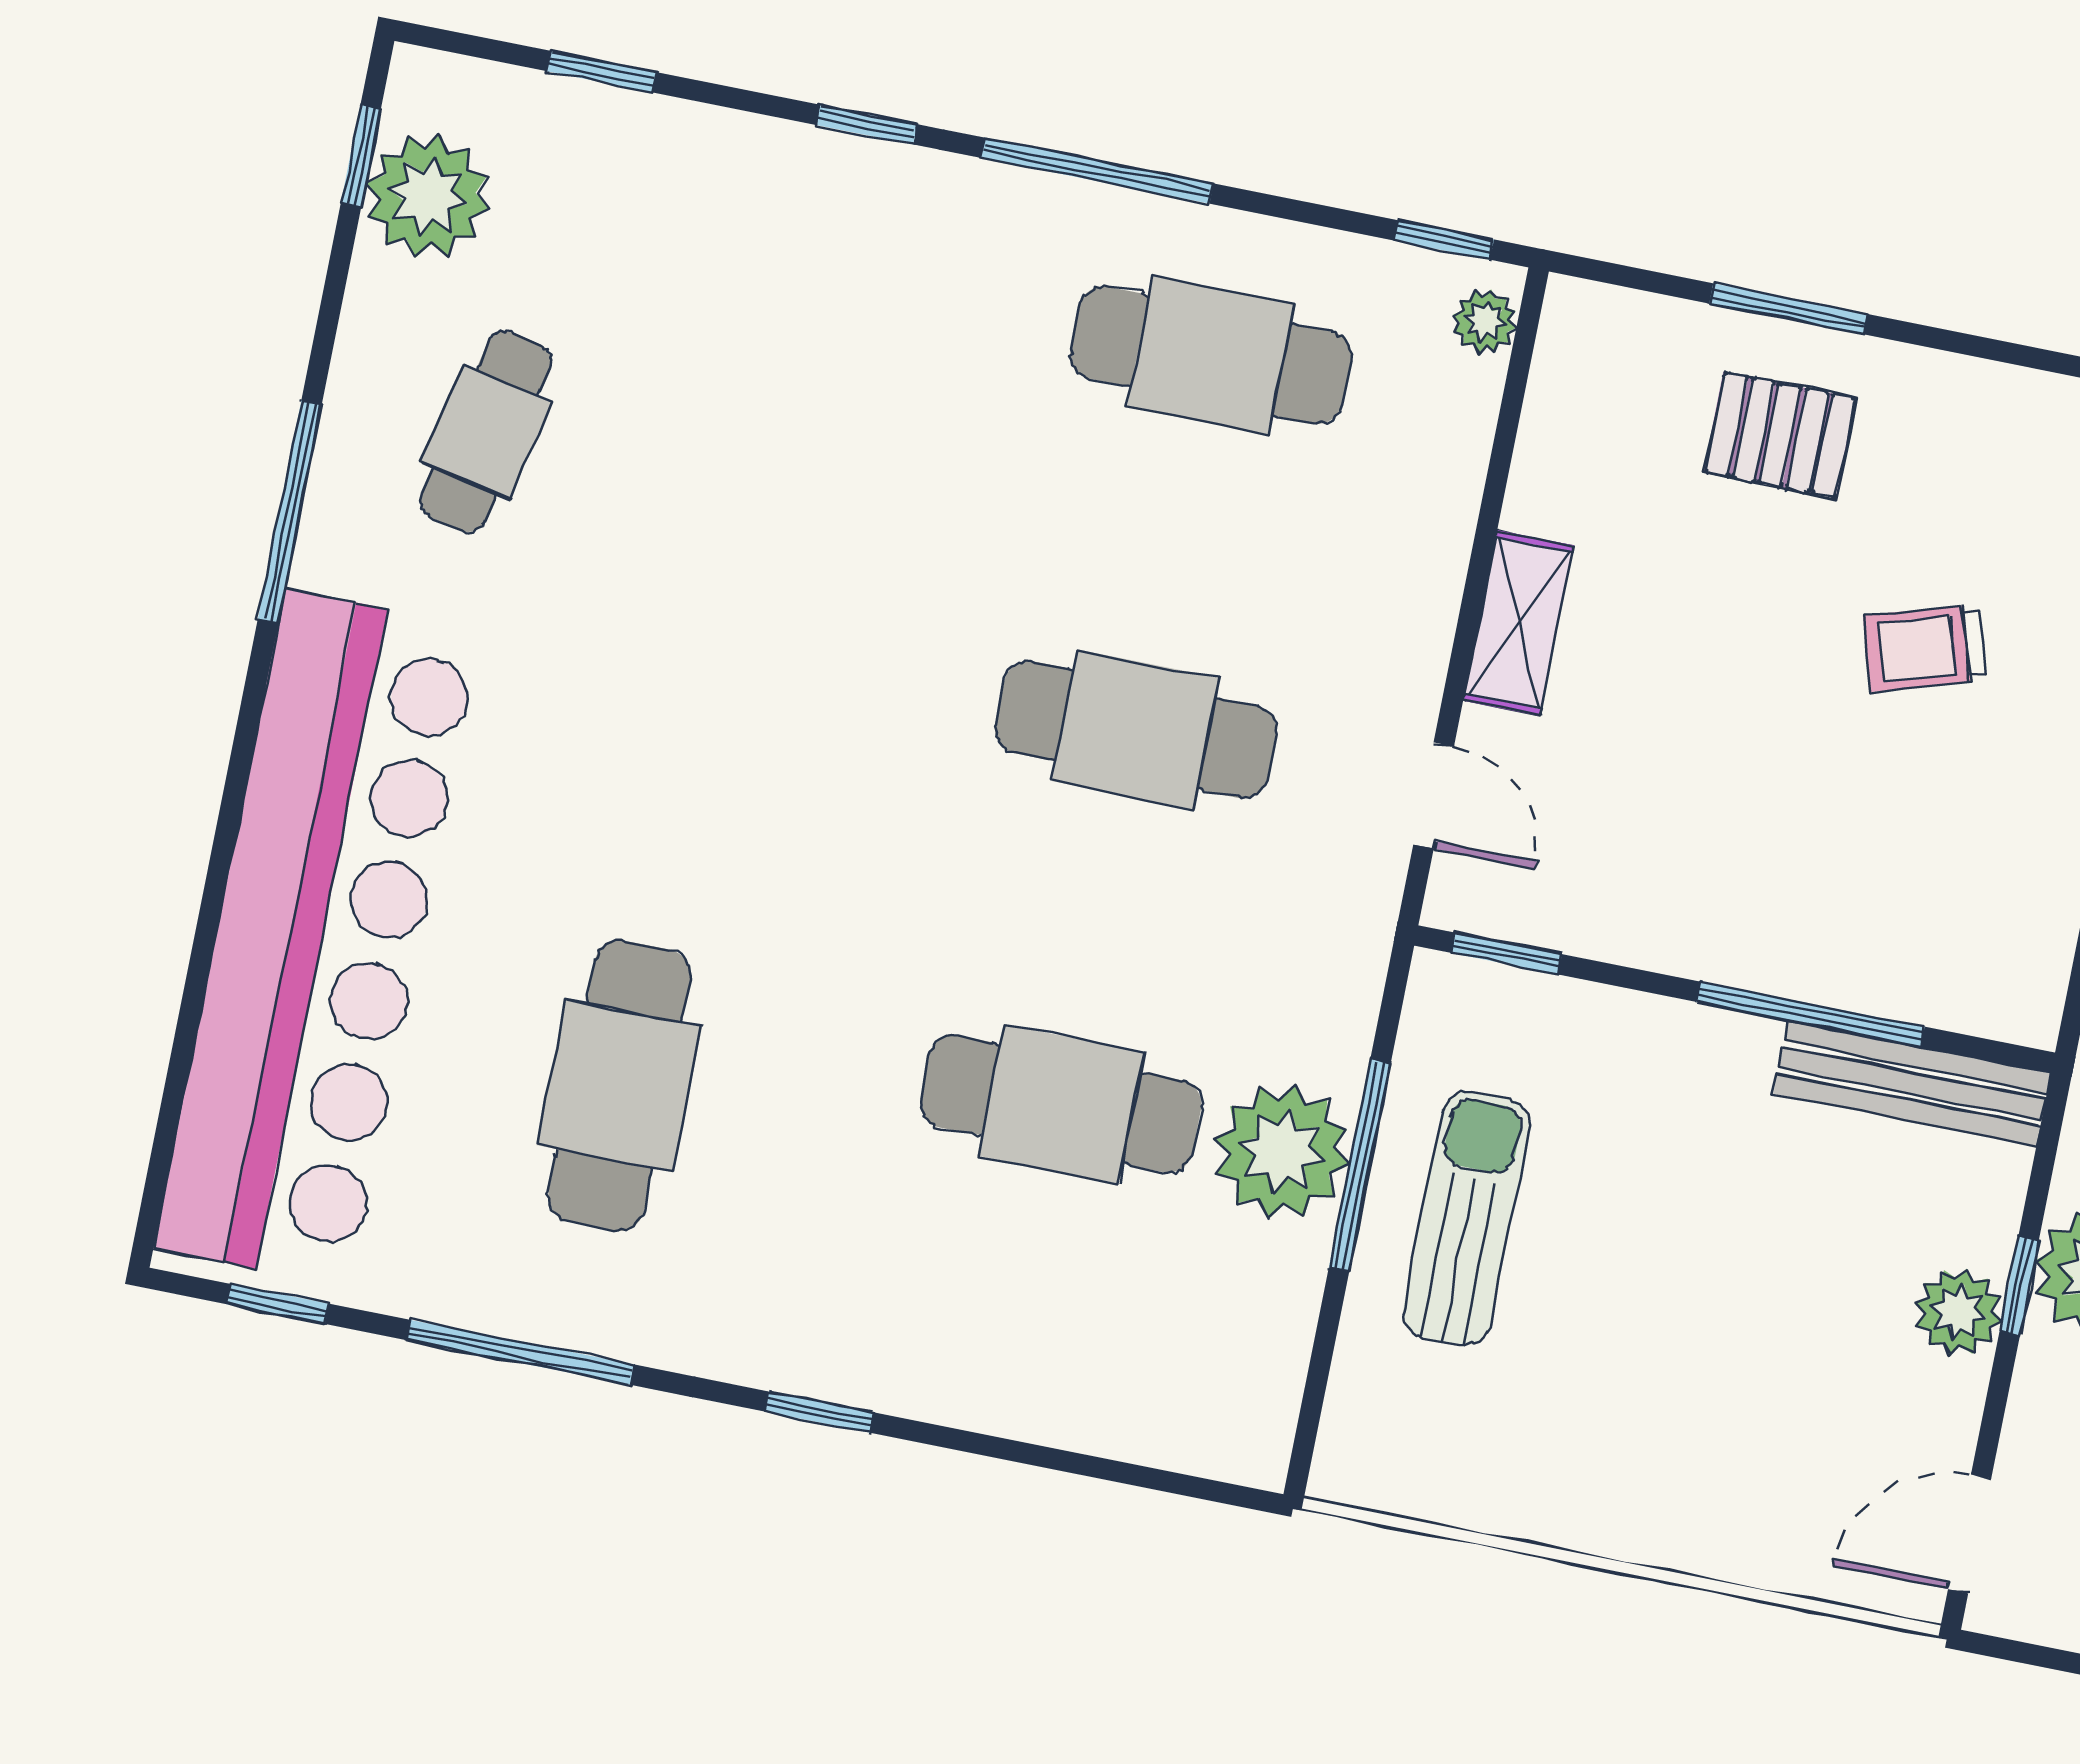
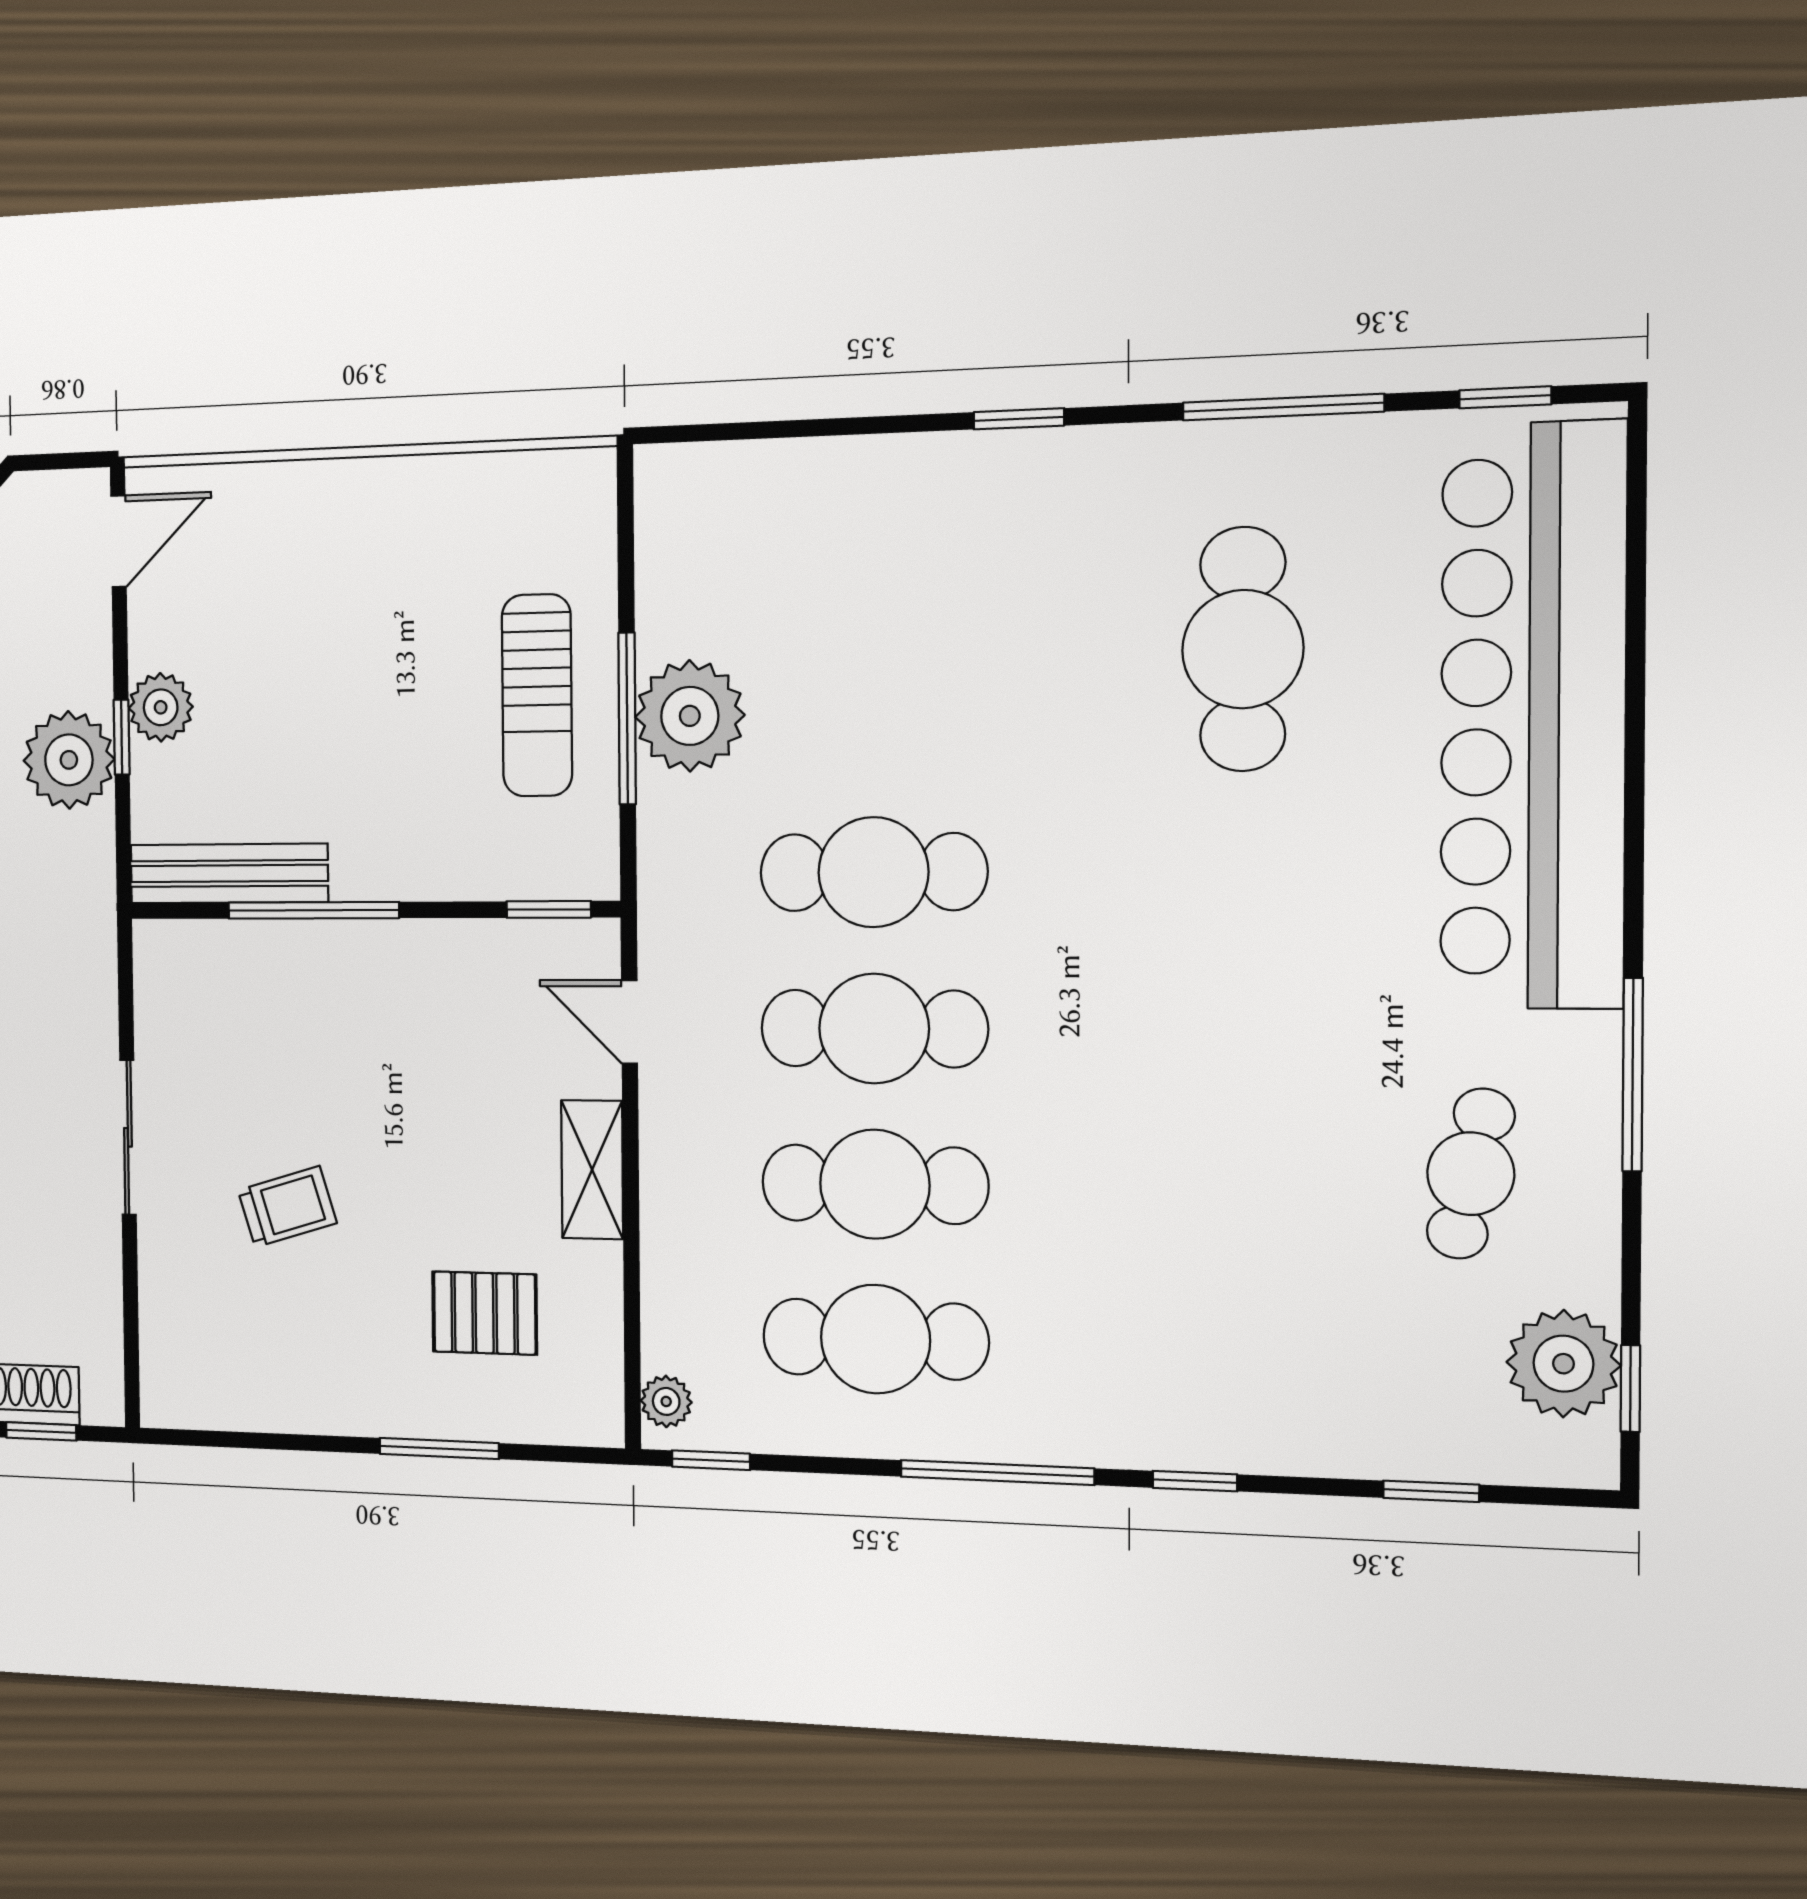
pallet: (1780, 435) -> (485, 1313), moved
cafe table: (1173, 542) -> (875, 1184), added
cafe table: (1061, 1104) -> (873, 872), moved

